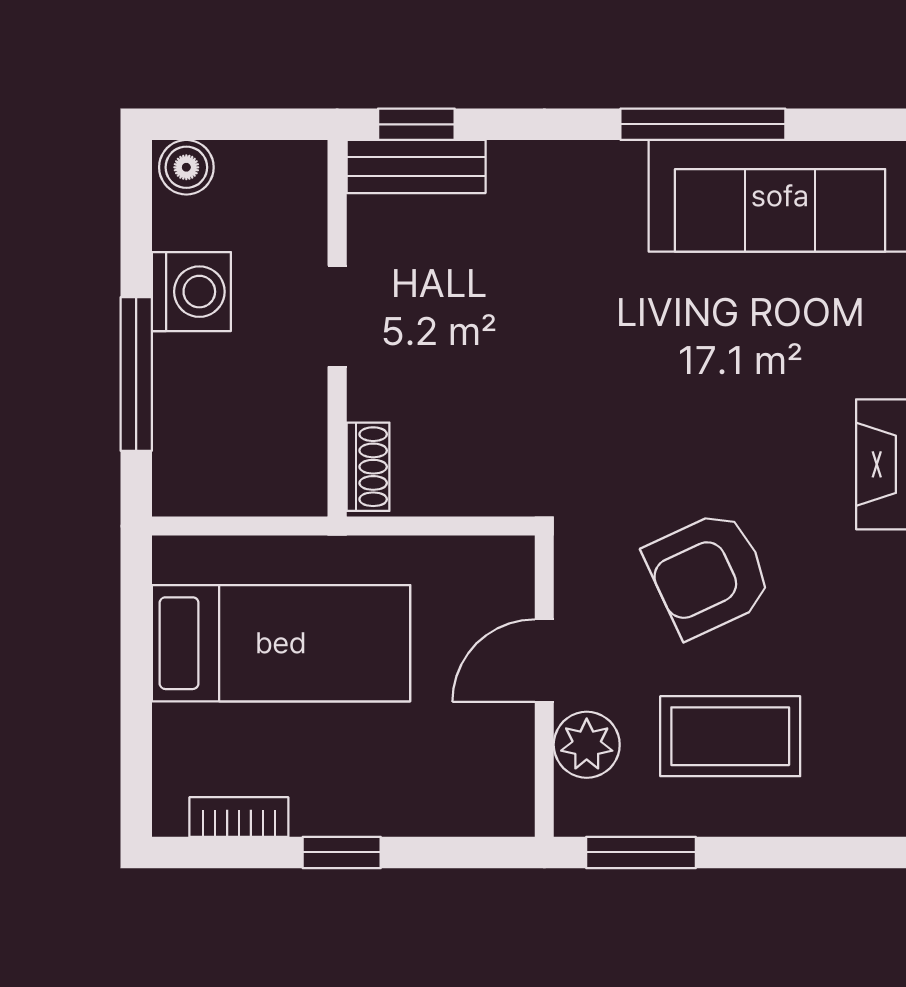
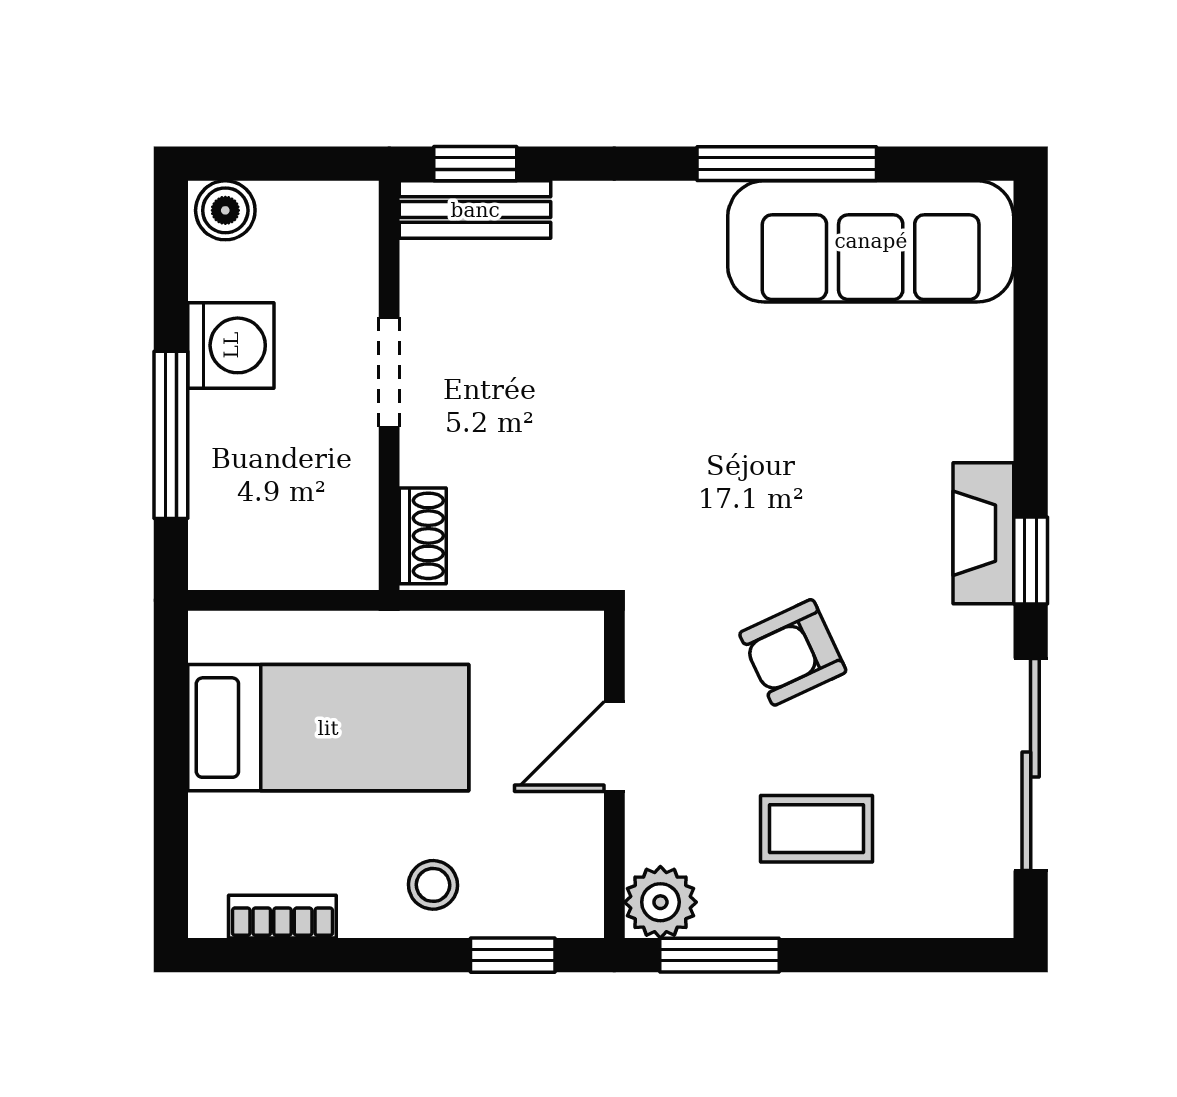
armchair: (708, 574) -> (793, 652), width x0.72, depth x0.72
coffee table: (730, 736) -> (816, 829), width x0.73, depth x0.77
plant: (587, 745) -> (660, 902), moved
stool: (377, 788) -> (433, 885), added
window: (342, 852) -> (513, 955), moved

